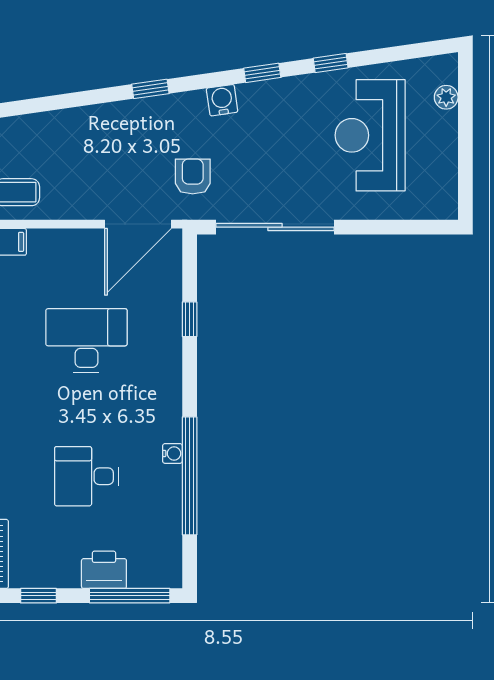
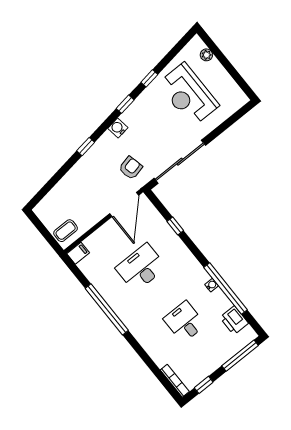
armchair: (193, 176) -> (131, 168), turned 77
desk: (86, 476) -> (185, 322), turned 90
printer: (104, 570) -> (234, 320), moved, turned -90

